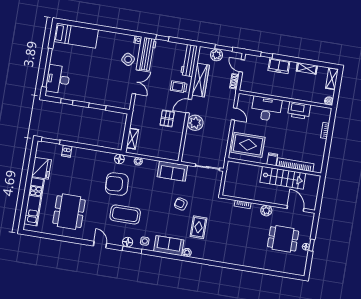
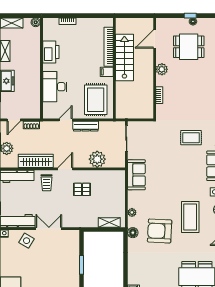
door: (189, 106) -> (65, 169), swing flipped
plant: (195, 123) -> (97, 159), moved
dresser: (225, 131) -> (86, 126), added
armchair: (117, 184) -> (160, 231), turned 96
armchair: (181, 204) -> (170, 160), removed
dining table: (283, 239) -> (189, 47), turned 90

